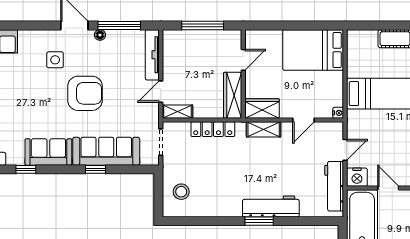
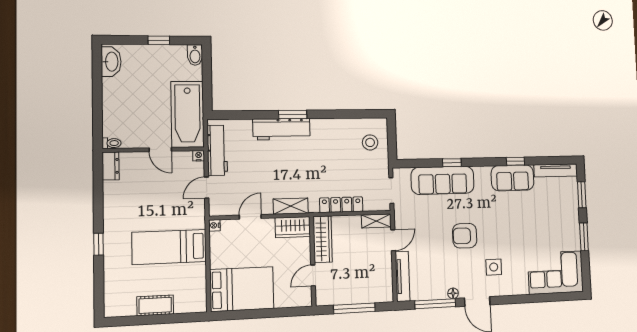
armchair: (85, 93) -> (465, 236), width x0.73, depth x0.73
sofa: (48, 152) -> (513, 178), moved
nightstand: (357, 177) -> (199, 156), width x0.53, depth x0.56

